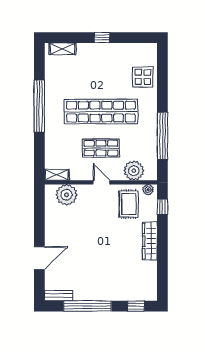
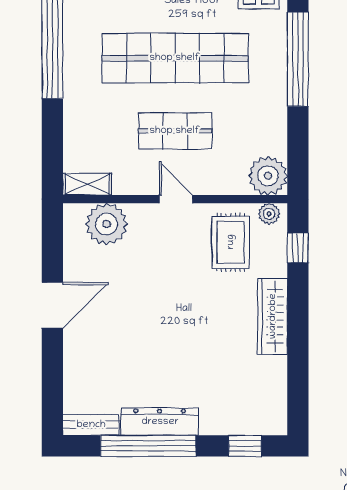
window: (162, 136) -> (298, 59), moved
plant: (134, 171) -> (268, 176), moved
door: (39, 258) -> (52, 305), moved
dresser: (93, 294) -> (160, 422), added

